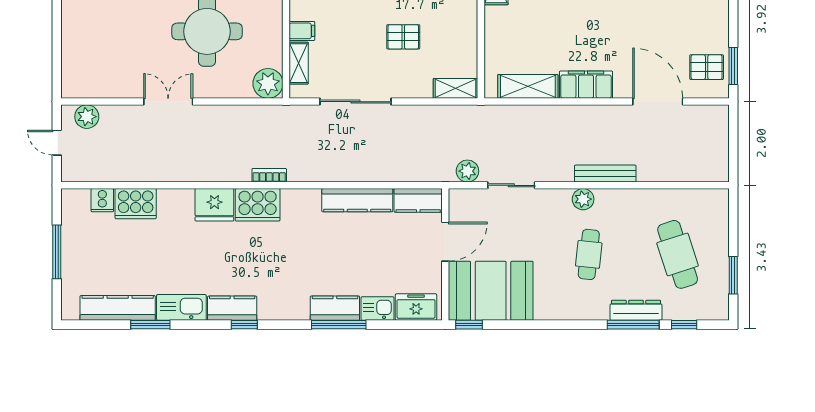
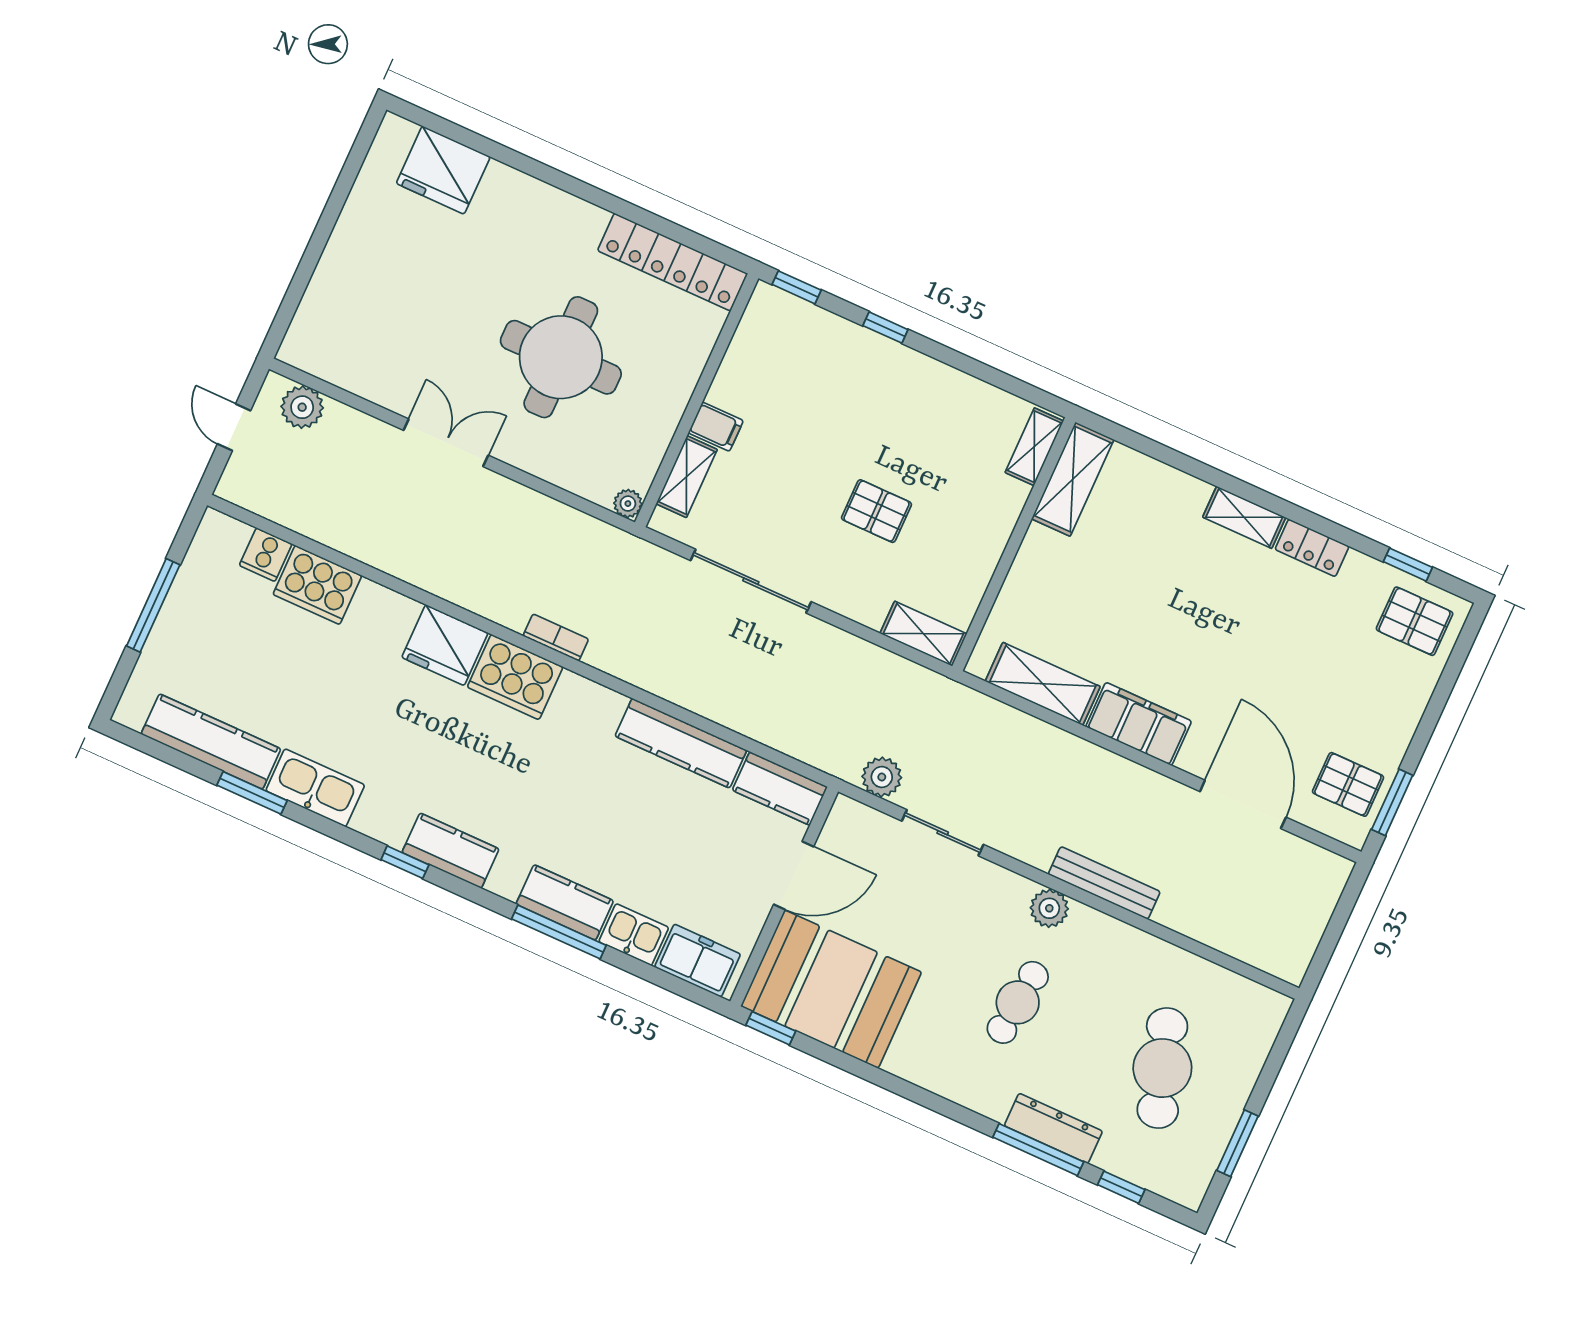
plant: (268, 83) -> (628, 504), width x0.53, depth x0.53
kitchen counter: (232, 308) -> (451, 851), moved

